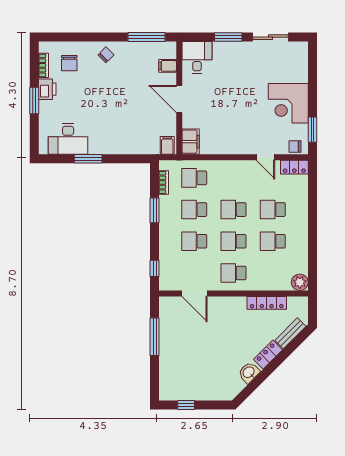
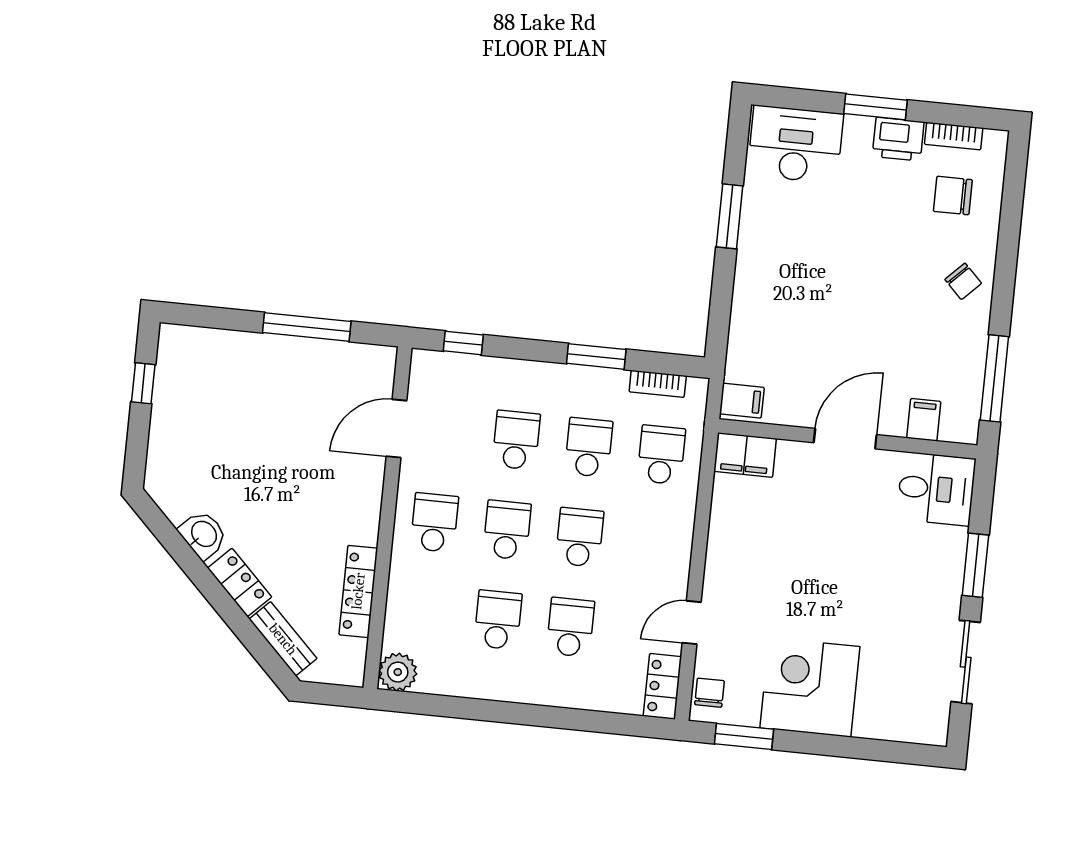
desk: (68, 139) -> (795, 144), moved, turned 90

